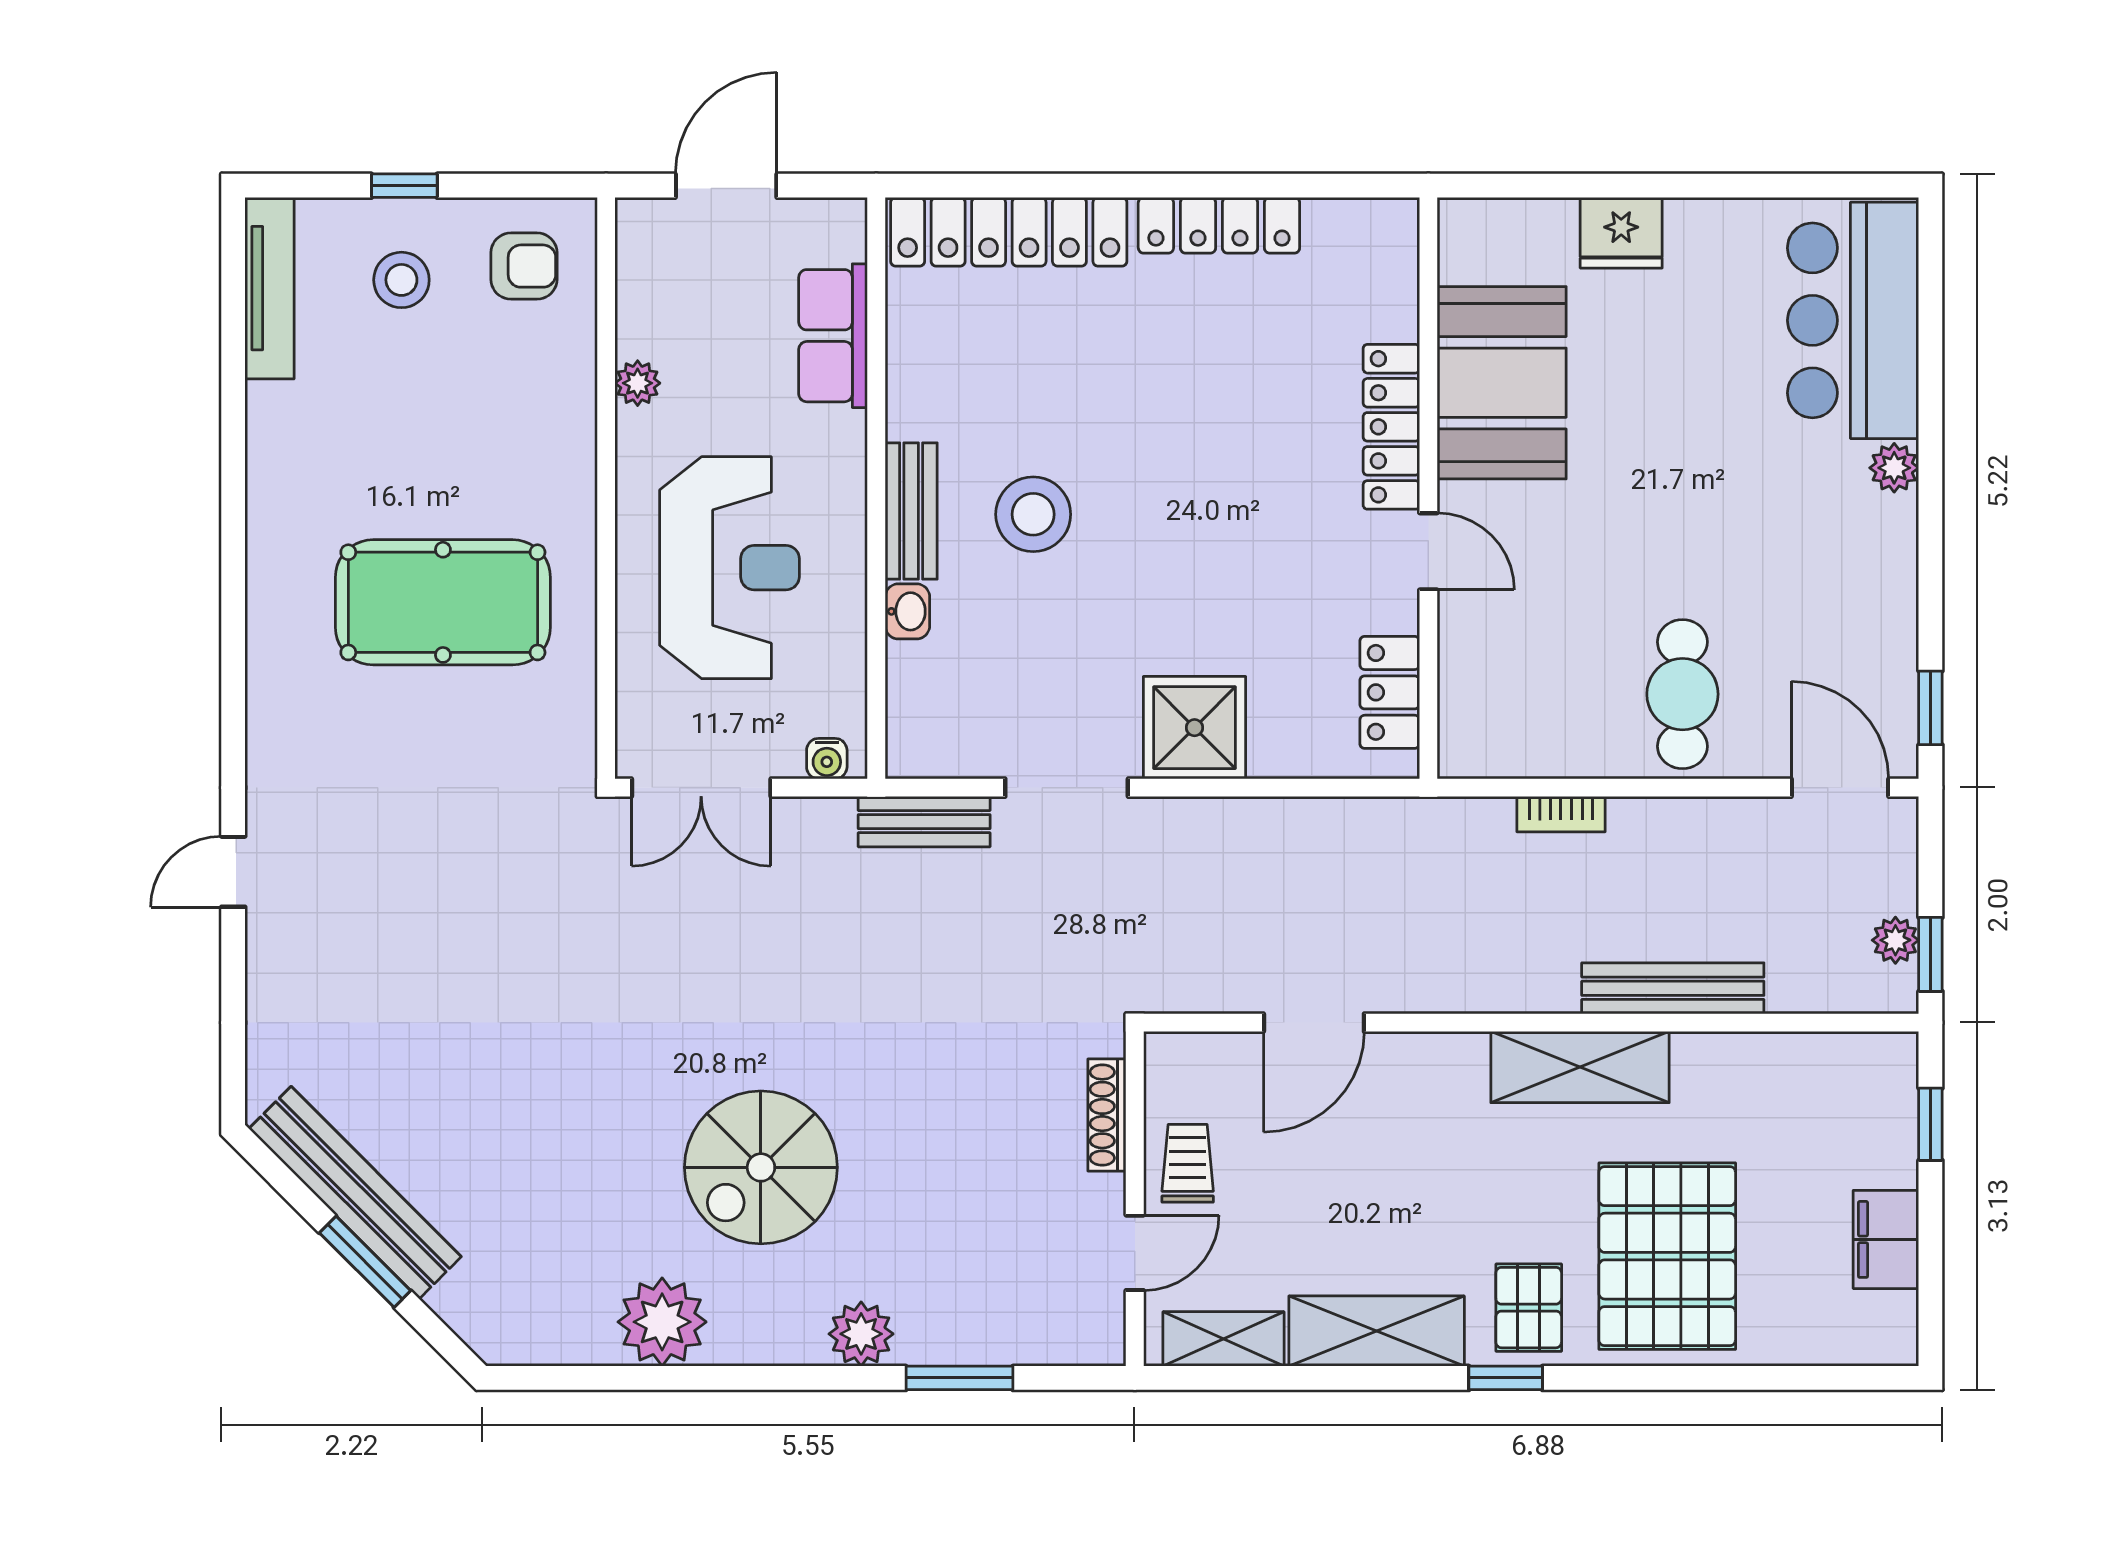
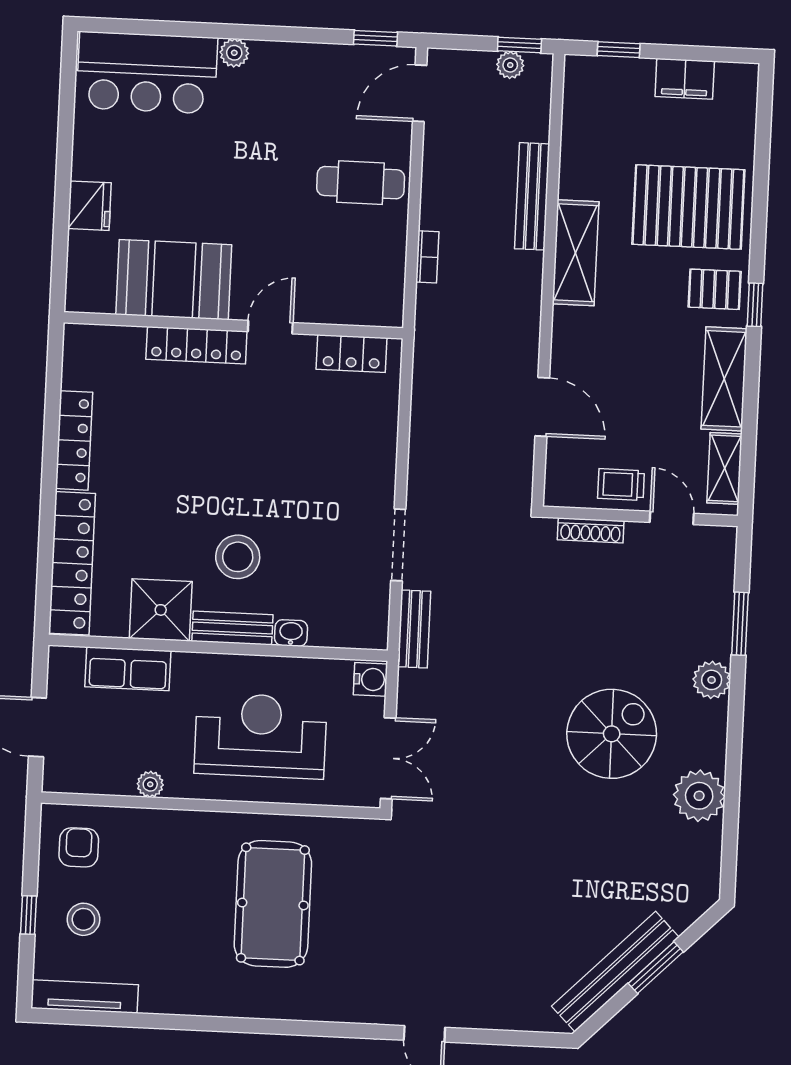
shower: (1195, 728) -> (161, 610), moved
water cooler: (827, 759) -> (370, 679), width x1.38, depth x1.38
spiral stairs: (761, 1167) -> (612, 734), turned -90

